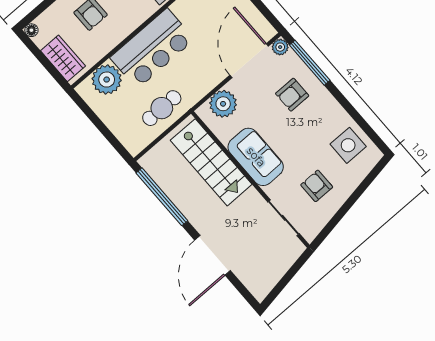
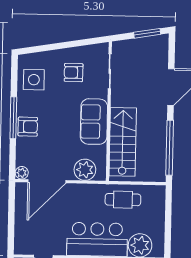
window: (310, 63) -> (13, 118), moved
armchair: (292, 95) -> (28, 127), moved
armchair: (317, 186) -> (74, 73), turned 90
window: (281, 286) -> (147, 33), added

